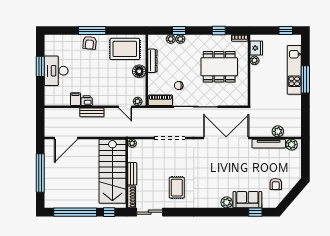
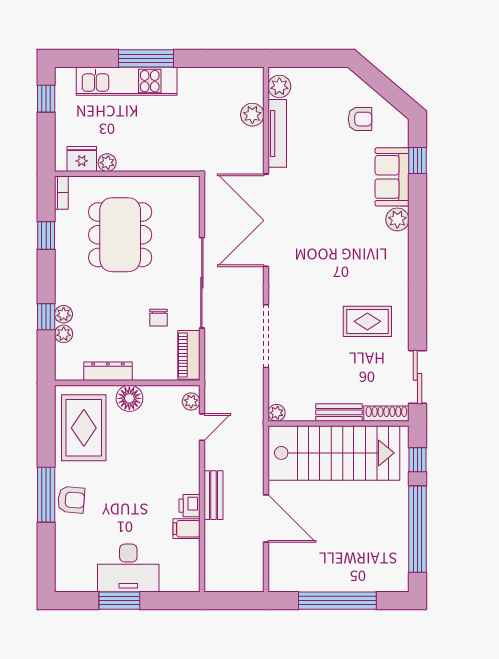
door: (66, 138) -> (266, 519), moved

